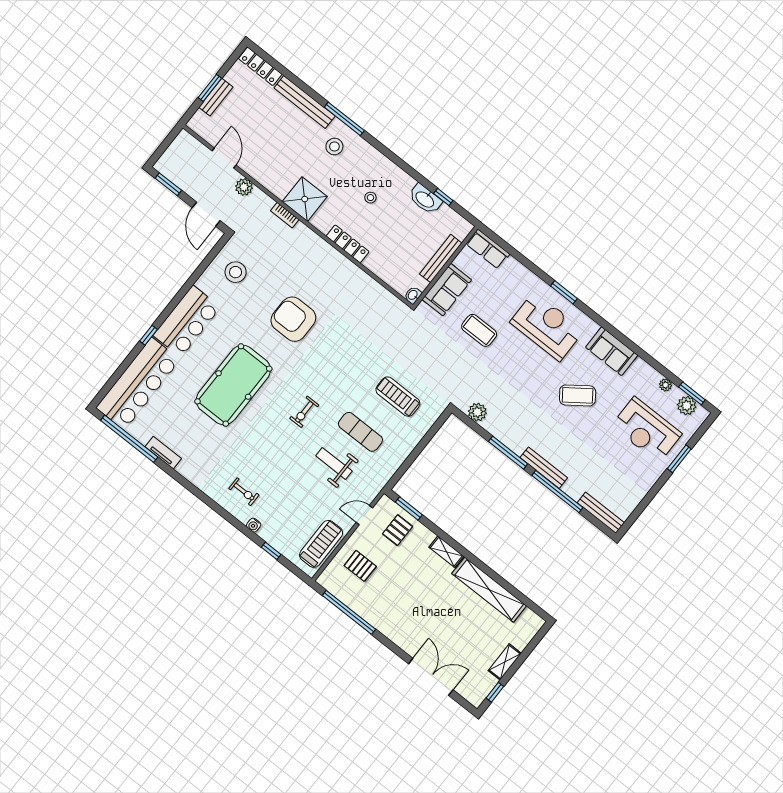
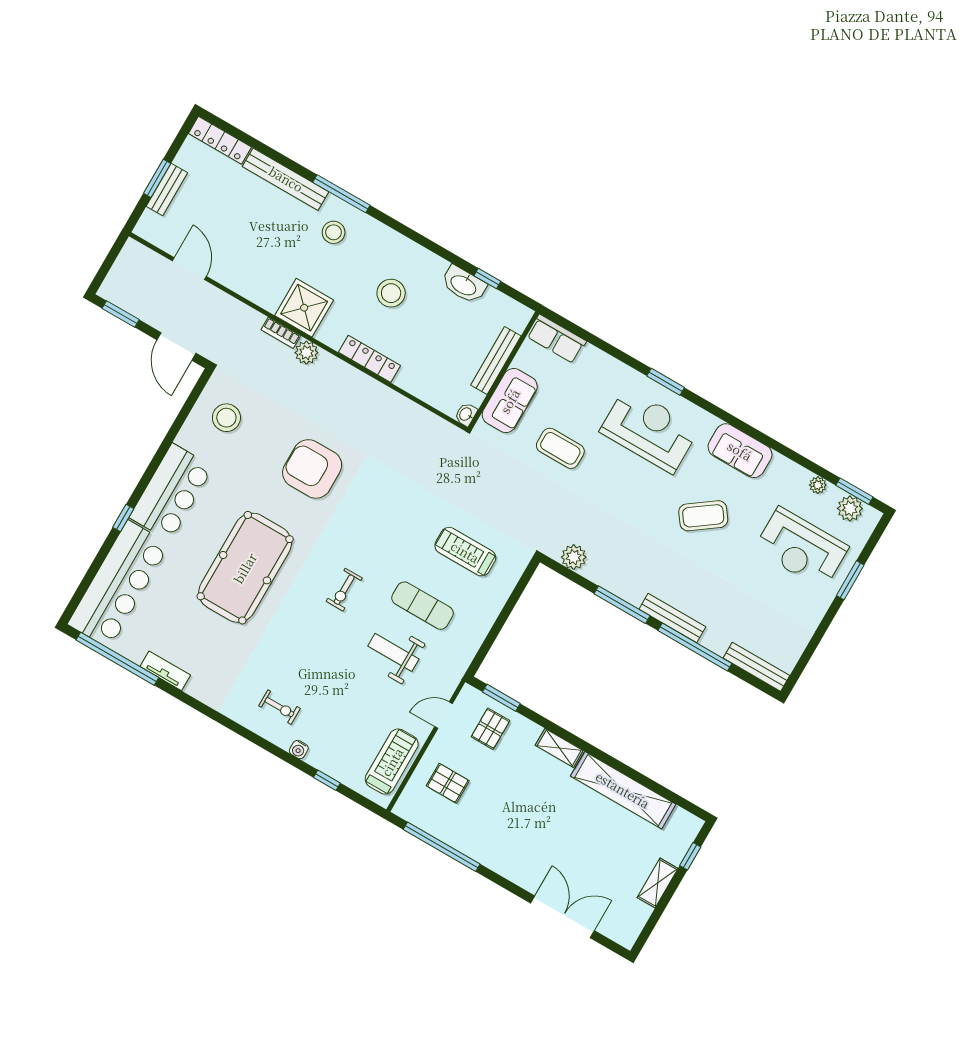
plant: (244, 187) -> (306, 353), moved
stool: (370, 198) -> (391, 293), width x1.89, depth x1.89
window: (495, 692) -> (690, 856), moved

